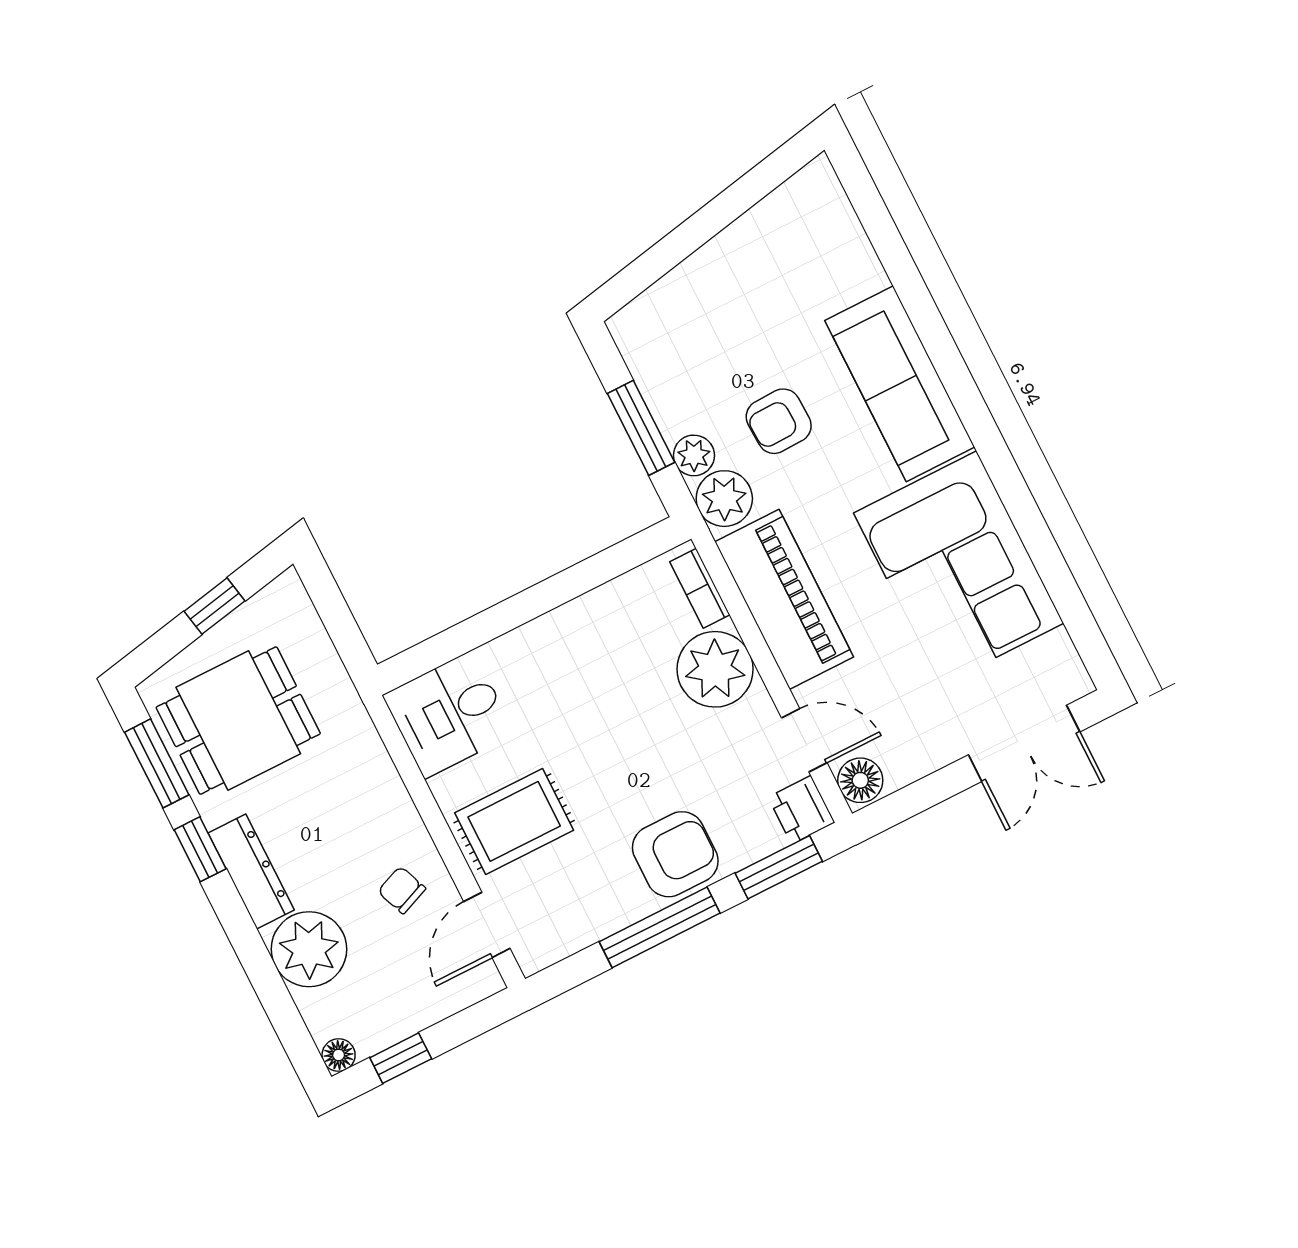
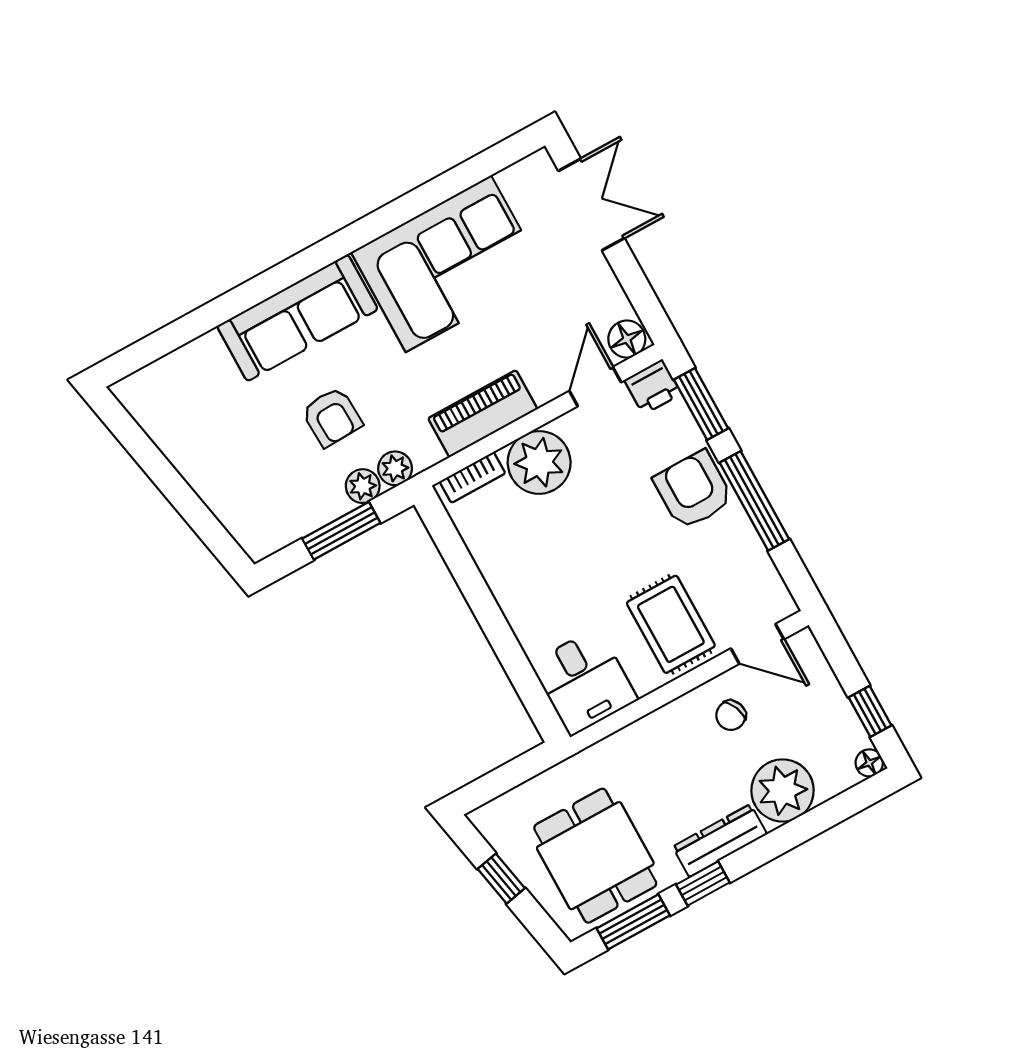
plant: (724, 499) -> (395, 468), width x0.73, depth x0.73
piano: (784, 599) -> (483, 414), width x0.73, depth x0.75

